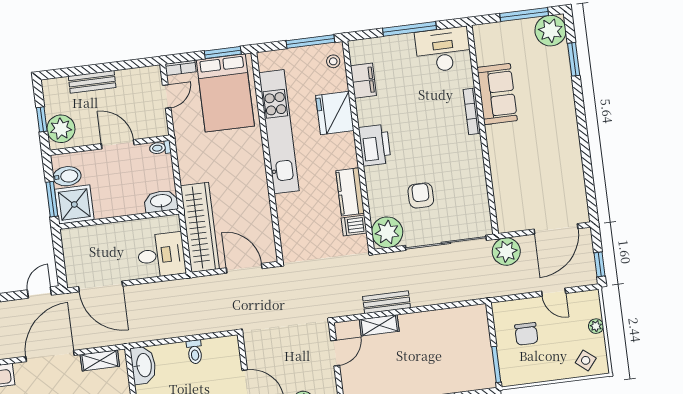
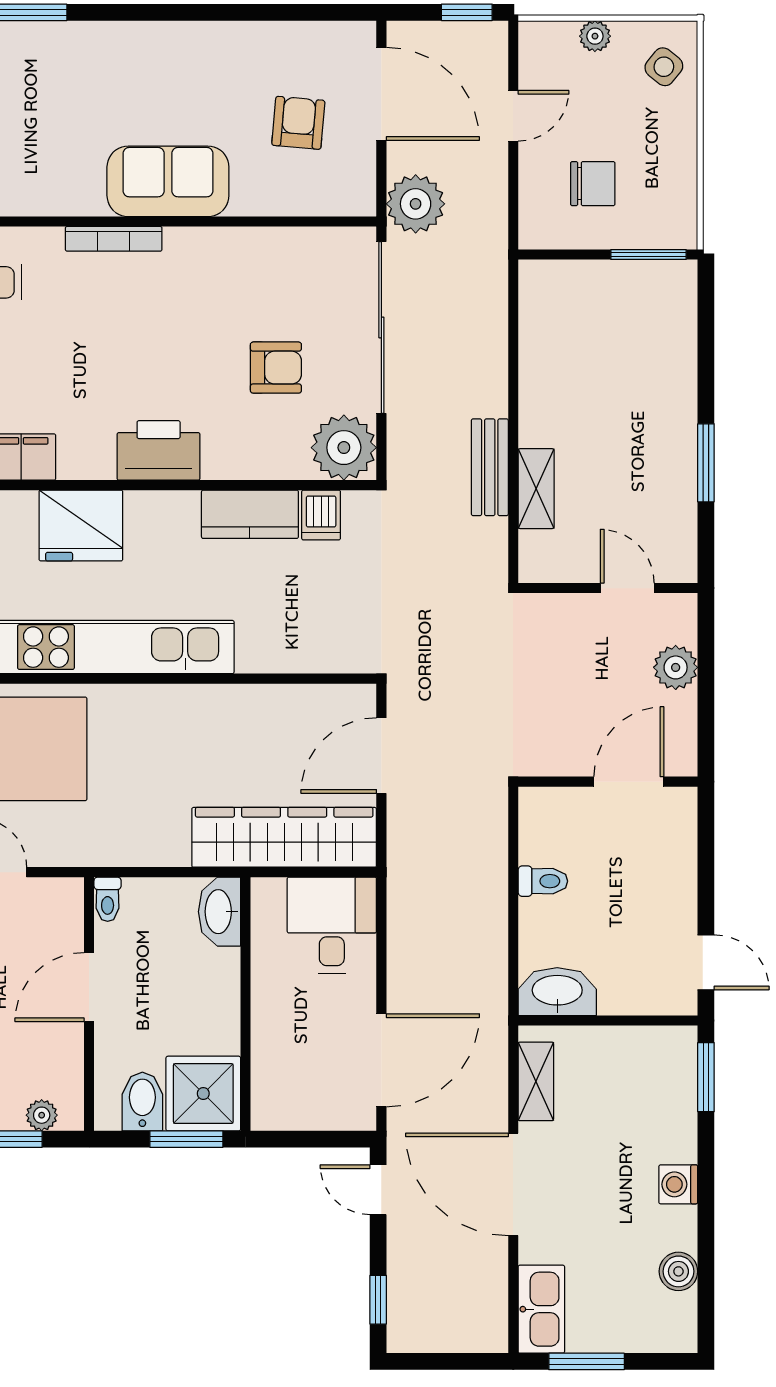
sofa: (497, 94) -> (168, 181), moved
plant: (61, 129) -> (42, 1115), width x0.53, depth x0.53
armchair: (537, 191) -> (298, 123), added
armchair: (421, 195) -> (276, 368), turned 180
door: (335, 353) -> (627, 588), moved

